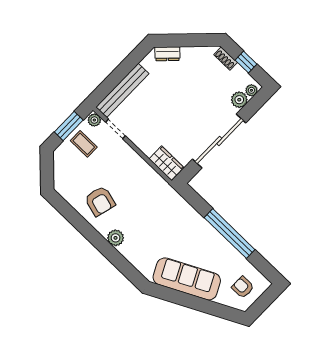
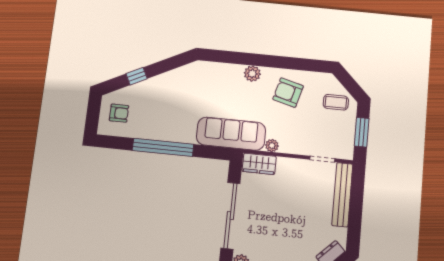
plant: (94, 120) -> (272, 146), moved
coffee table: (84, 144) -> (336, 102), moved
sofa: (187, 279) -> (231, 134), moved, turned -153
window: (207, 306) -> (137, 76), added

